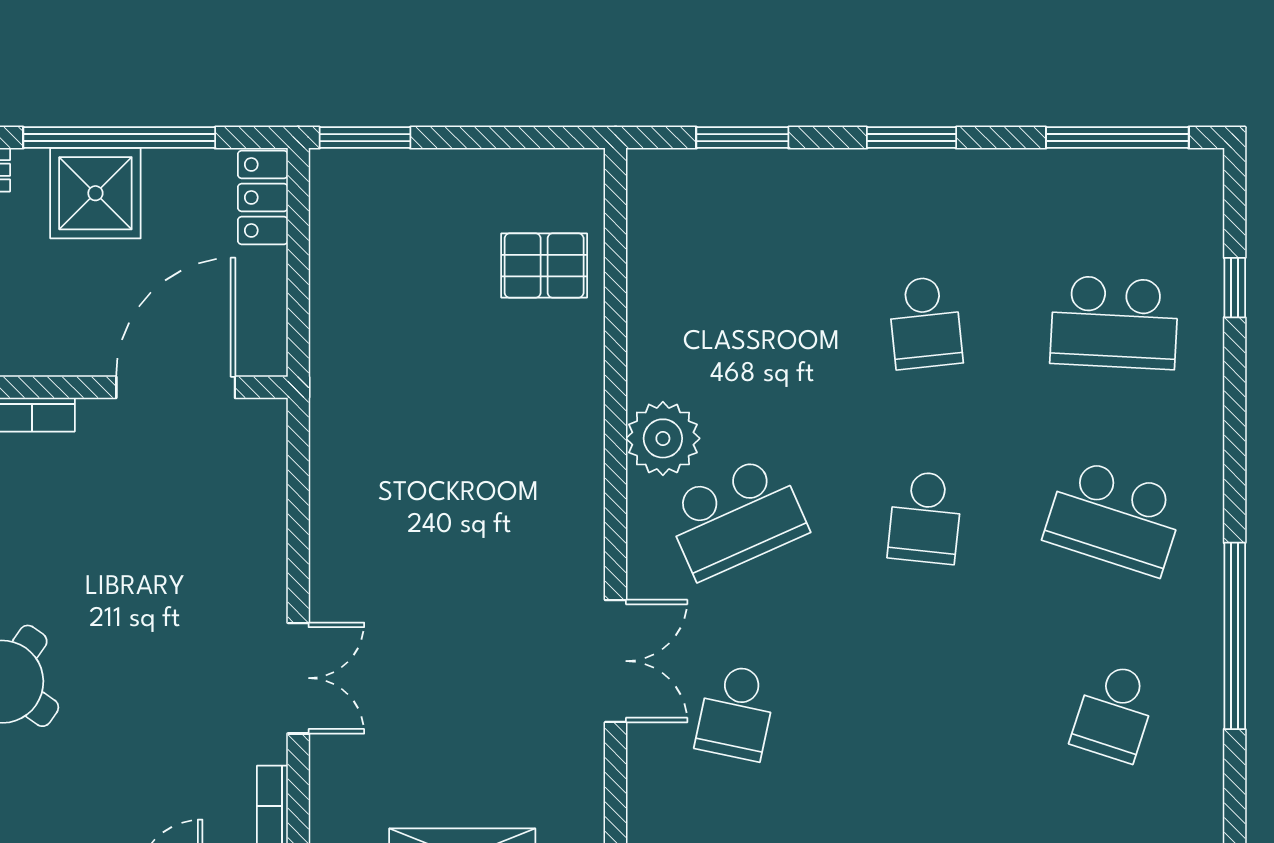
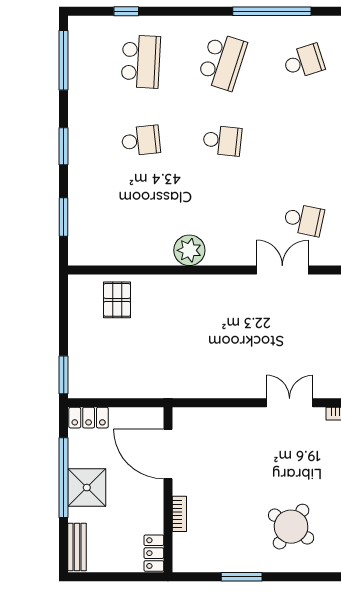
school desk: (736, 517) -> (222, 220), removed
school desk: (1114, 712) -> (304, 62), turned -36

